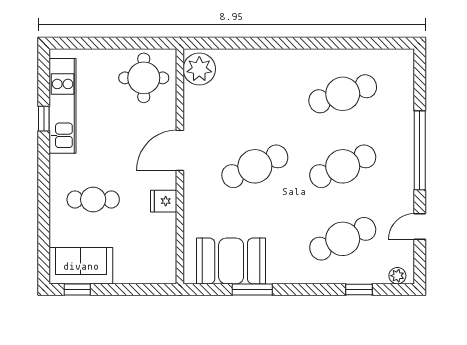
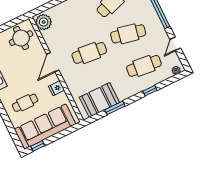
cafe table: (255, 166) -> (89, 53), turned 30
cafe table: (343, 166) -> (128, 34), turned 36
cafe table: (343, 239) -> (144, 66), turned 30
sofa: (81, 266) -> (45, 127), width x1.85, depth x1.27
window: (359, 289) -> (150, 91), moved

